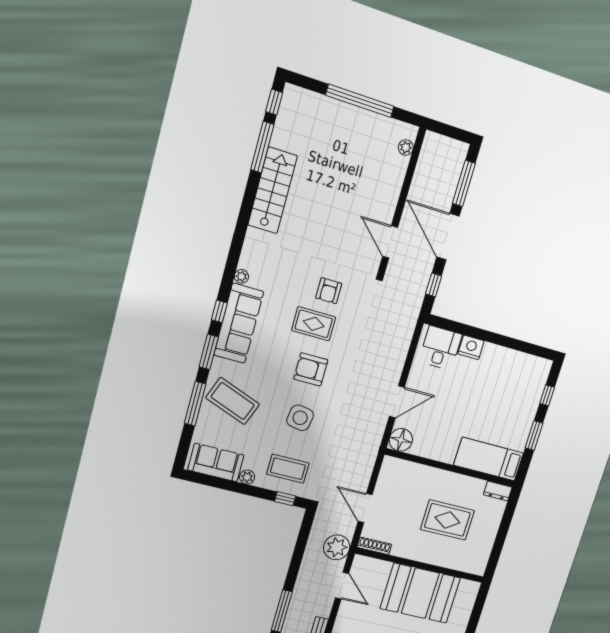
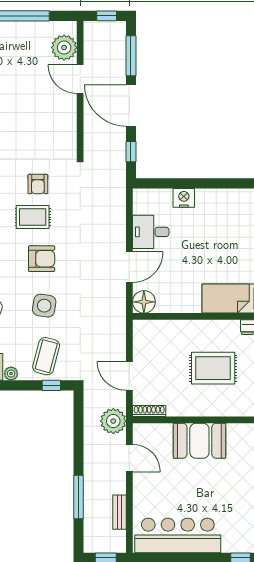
window: (452, 132) -> (107, 16), added
plant: (406, 148) -> (64, 48), width x1.88, depth x1.88
door: (390, 242) -> (80, 79), moved
desk: (440, 348) -> (151, 232), moved, turned -90
armchair: (311, 369) -> (42, 259), turned 180
coffee table: (288, 469) -> (46, 356), turned -75
booth: (420, 593) -> (199, 441), width x0.73, depth x0.70

